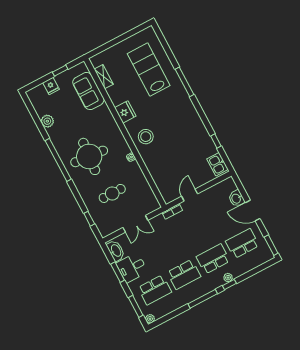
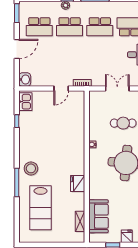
stool: (146, 137) -> (31, 168), moved
washbasin: (236, 199) -> (25, 80), moved
door: (253, 211) -> (17, 49), hinge flipped
school desk: (184, 274) -> (100, 27), turned 180

